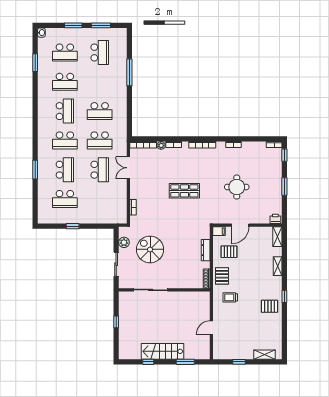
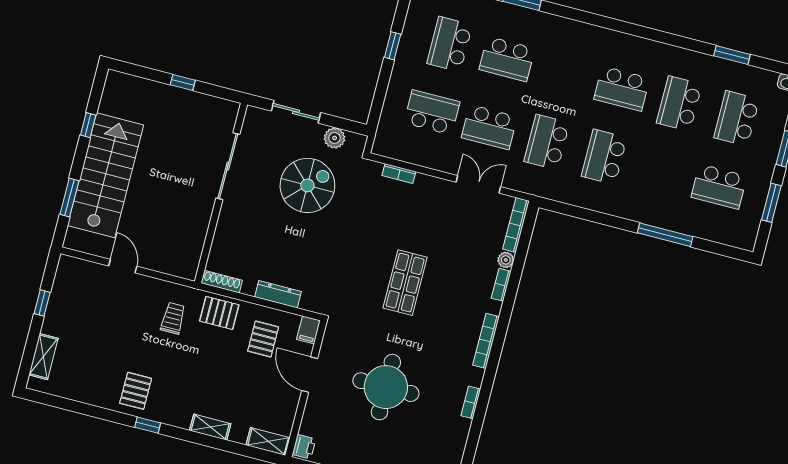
school desk: (65, 140) -> (432, 112), moved, turned 90
round table: (237, 187) -> (386, 387), width x1.36, depth x1.36
stairs: (162, 351) -> (106, 175), width x1.36, depth x1.51

